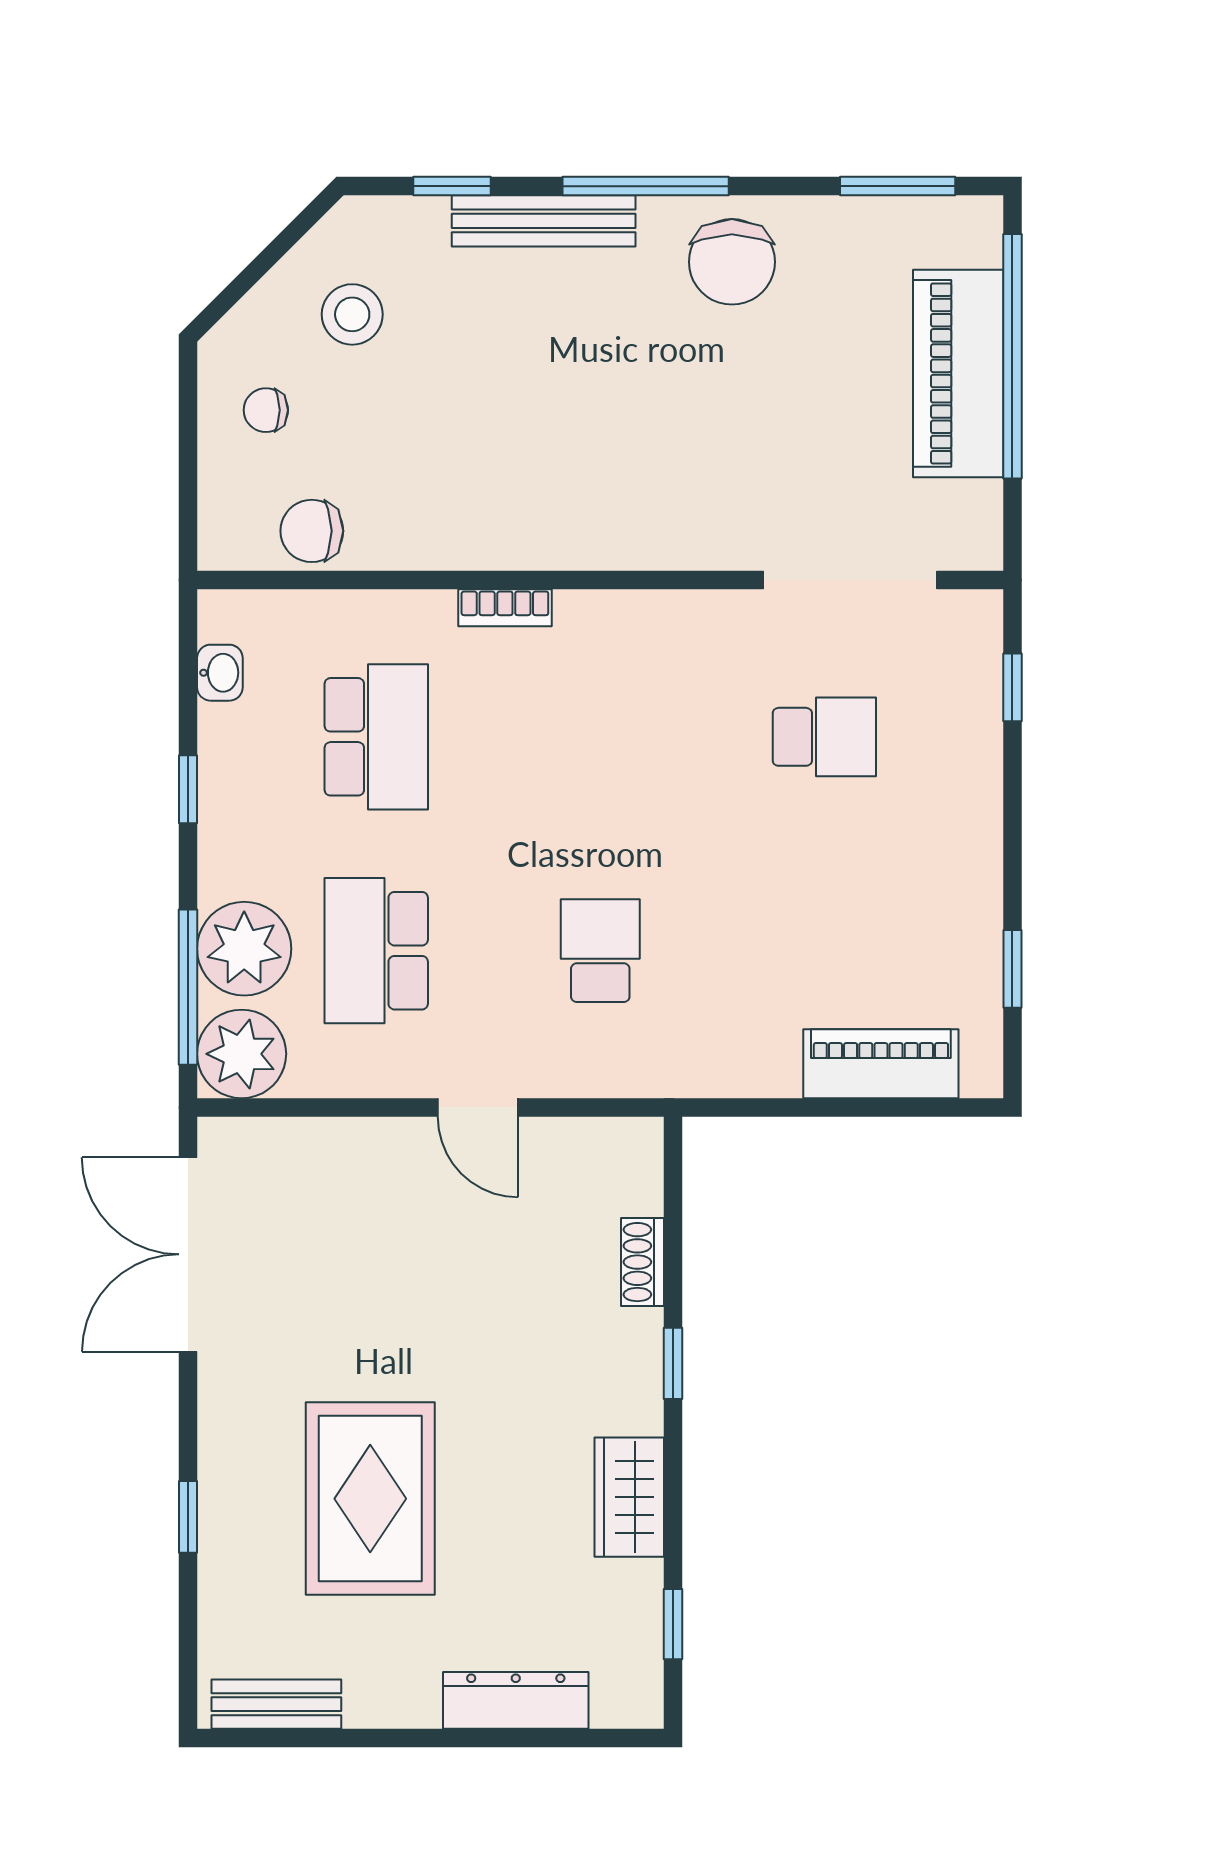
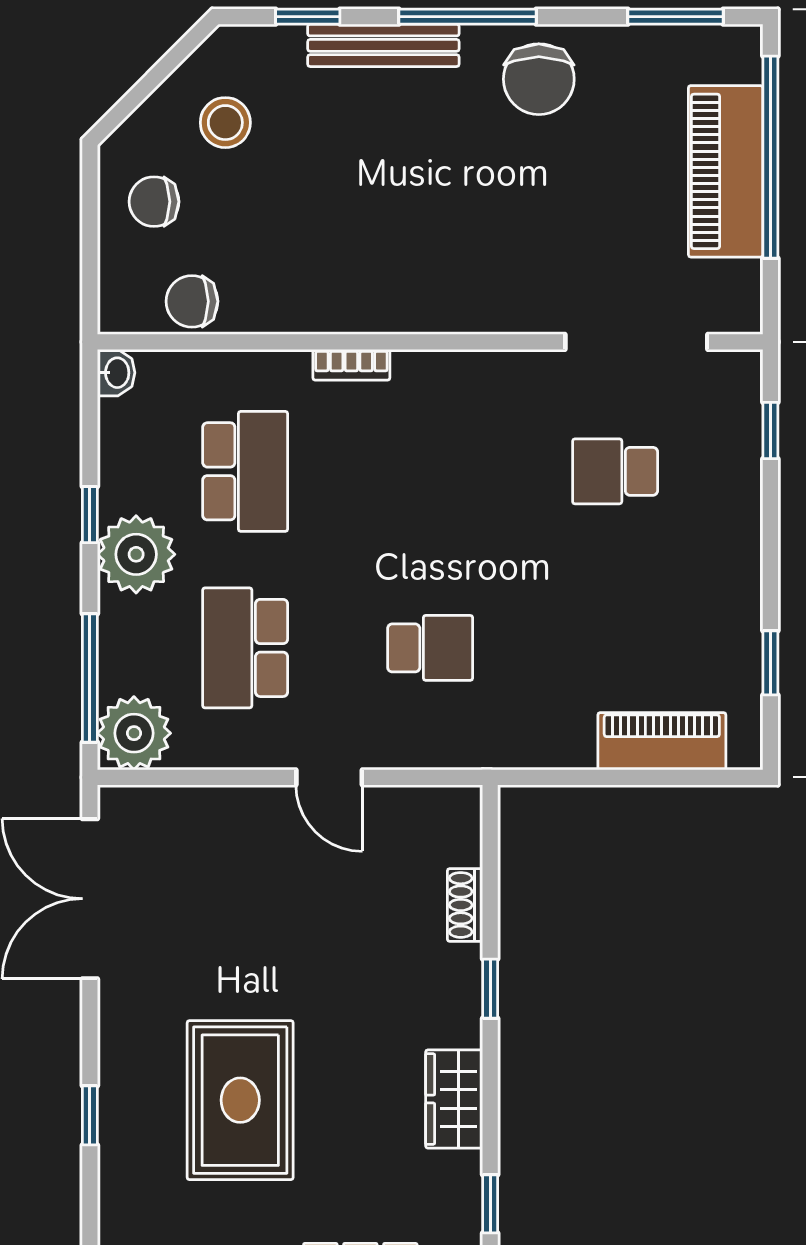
chair: (266, 410) -> (154, 202), width x1.37, depth x1.37
washbasin: (220, 673) -> (116, 373), moved
school desk: (824, 737) -> (615, 471), turned 180
plant: (244, 949) -> (136, 554), moved
school desk: (600, 951) -> (430, 648), turned 90

